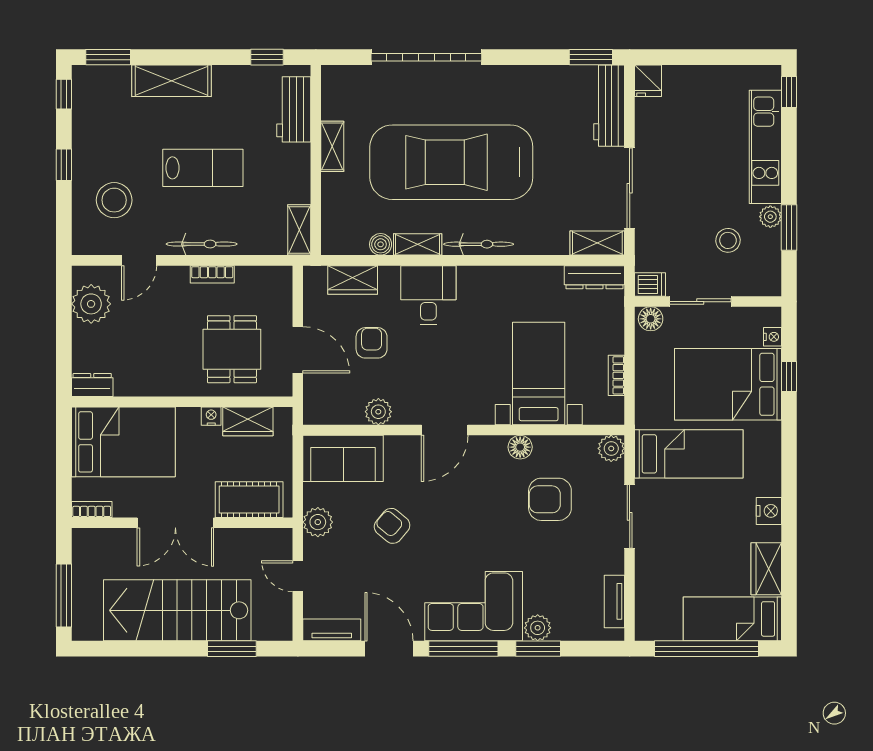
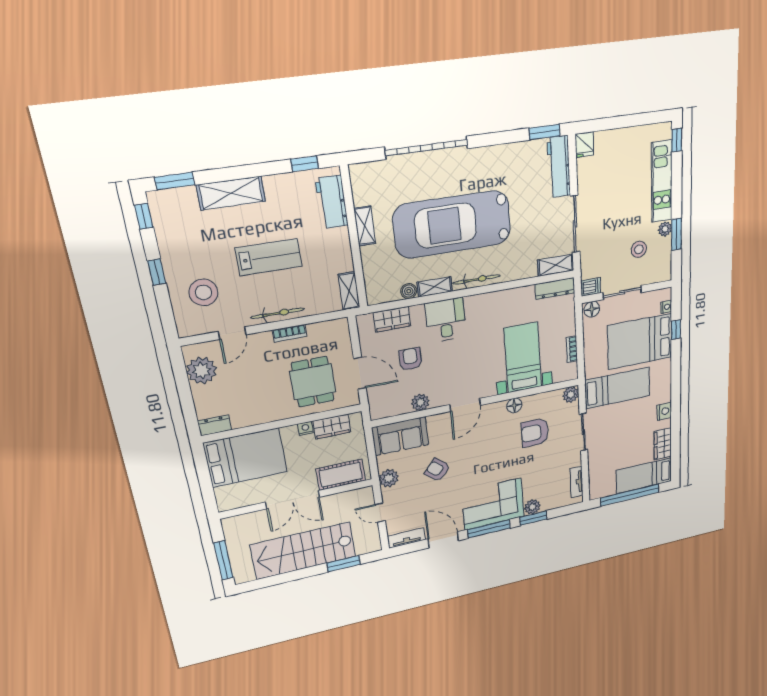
bookcase: (92, 509) -> (232, 505), removed

